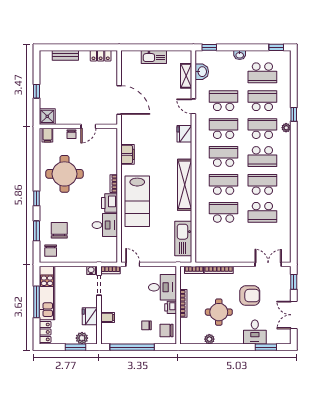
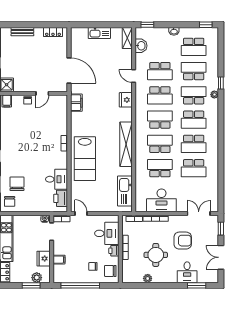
shelving: (186, 76) -> (127, 38), moved
school desk: (224, 101) -> (160, 71), turned 180
school desk: (224, 129) -> (160, 95), turned 180
filing cabinet: (128, 154) -> (76, 103), moved
round table: (65, 174) -> (22, 135), removed
school desk: (262, 184) -> (194, 144), turned 180
printer: (110, 203) -> (61, 198), moved
desk: (225, 249) -> (161, 200), added

